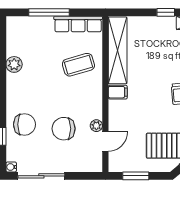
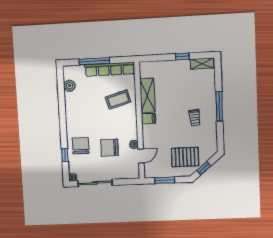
row of seats: (78, 24) -> (110, 69), width x1.36
shelving: (118, 50) -> (147, 95), width x0.68
plant: (14, 64) -> (70, 86), moved
chair: (25, 124) -> (81, 146), turned -90

